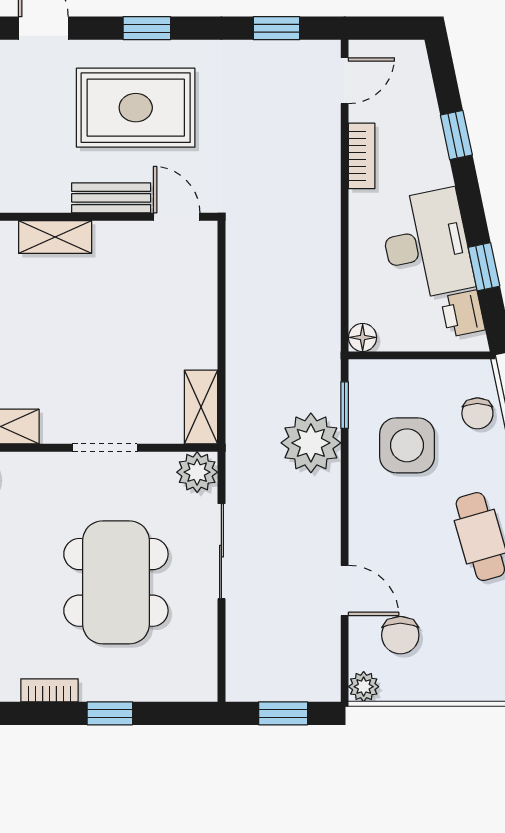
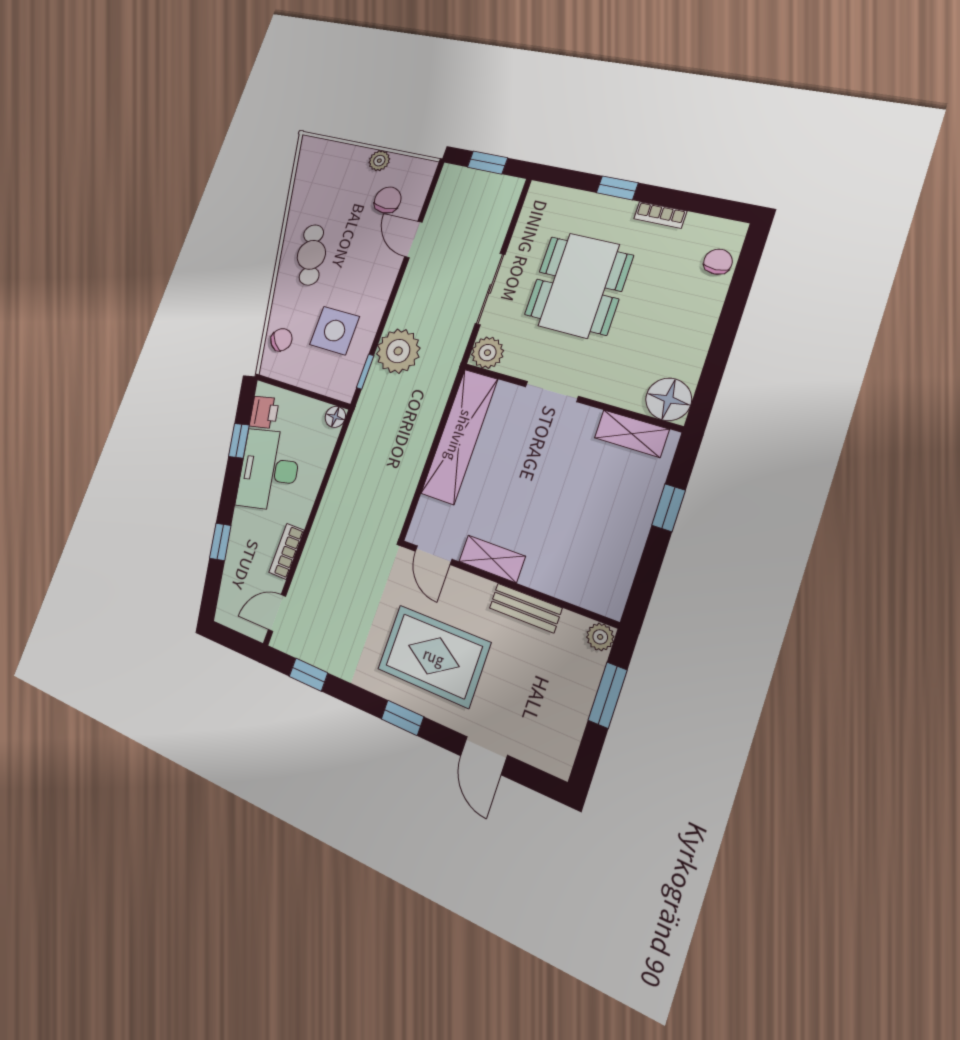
bench: (111, 198) -> (526, 608), moved
shelving: (55, 237) -> (492, 559), moved
shelving: (201, 407) -> (459, 436), width x2.20, depth x1.33
chair: (477, 413) -> (281, 340), turned 48
plant: (364, 687) -> (379, 161), moved

